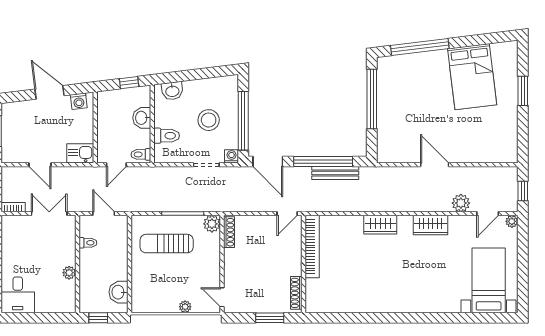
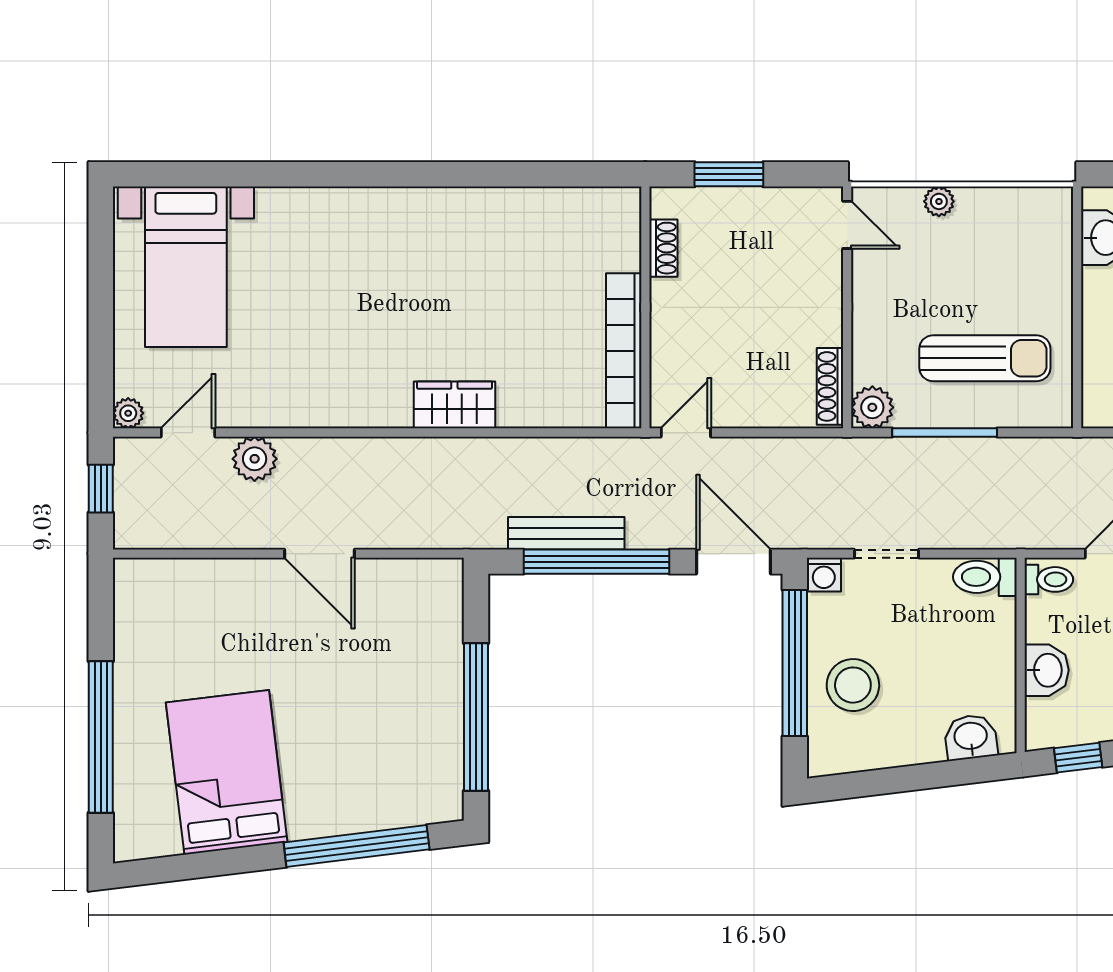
window: (523, 91) -> (101, 737), width x2.11
stool: (209, 120) -> (853, 685), moved
toilet: (167, 136) -> (985, 577), moved
wardrobe: (431, 225) -> (330, 404), removed
shoe rack: (296, 293) -> (663, 248), width x0.70

